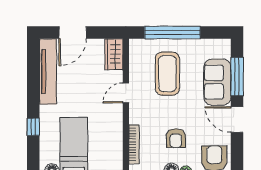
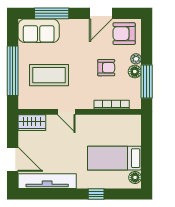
sofa: (217, 82) -> (39, 31), moved
door: (237, 120) -> (101, 13), moved

